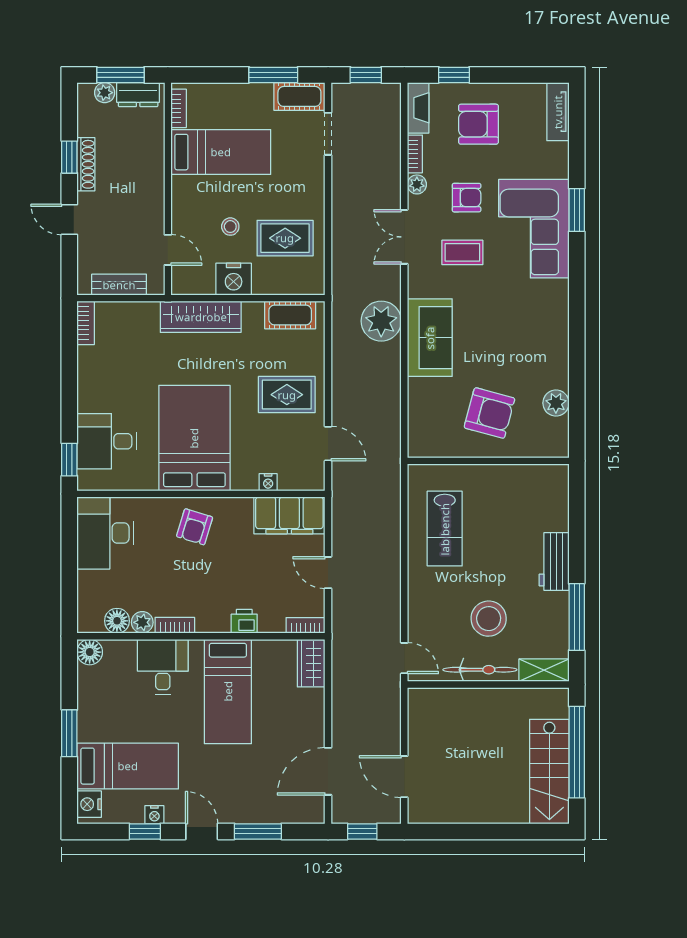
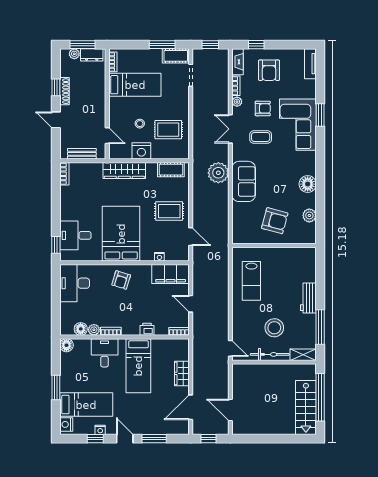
armchair: (478, 124) -> (269, 70), turned -90
floor lamp: (553, 343) -> (308, 184), added
wardrobe: (311, 663) -> (182, 373), moved

